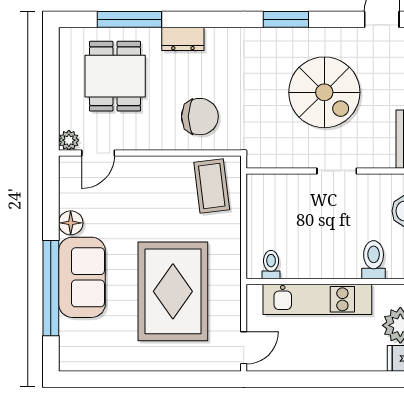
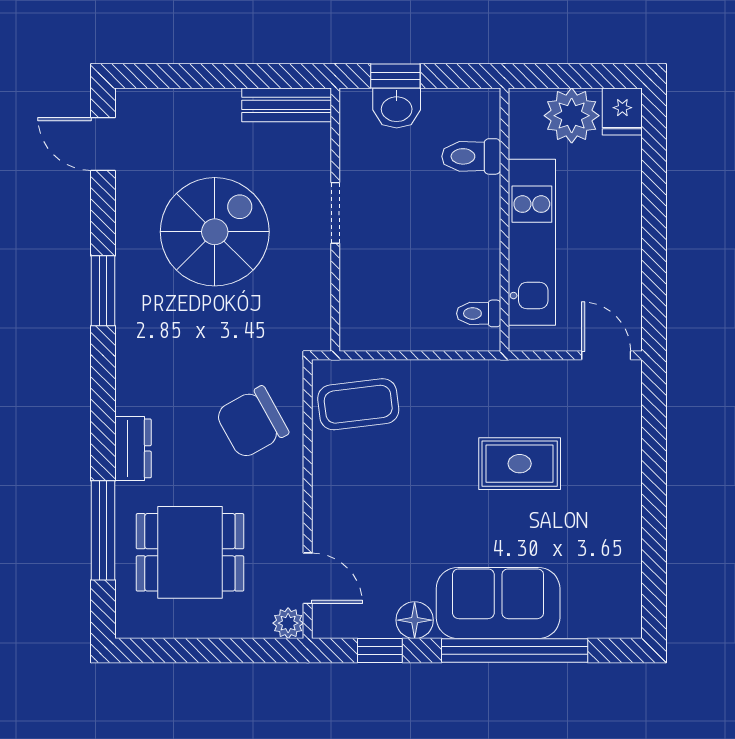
chair: (200, 117) -> (252, 422), turned -119
window: (51, 200) -> (380, 651), added
rug: (173, 291) -> (520, 464), width x0.54, depth x0.49

